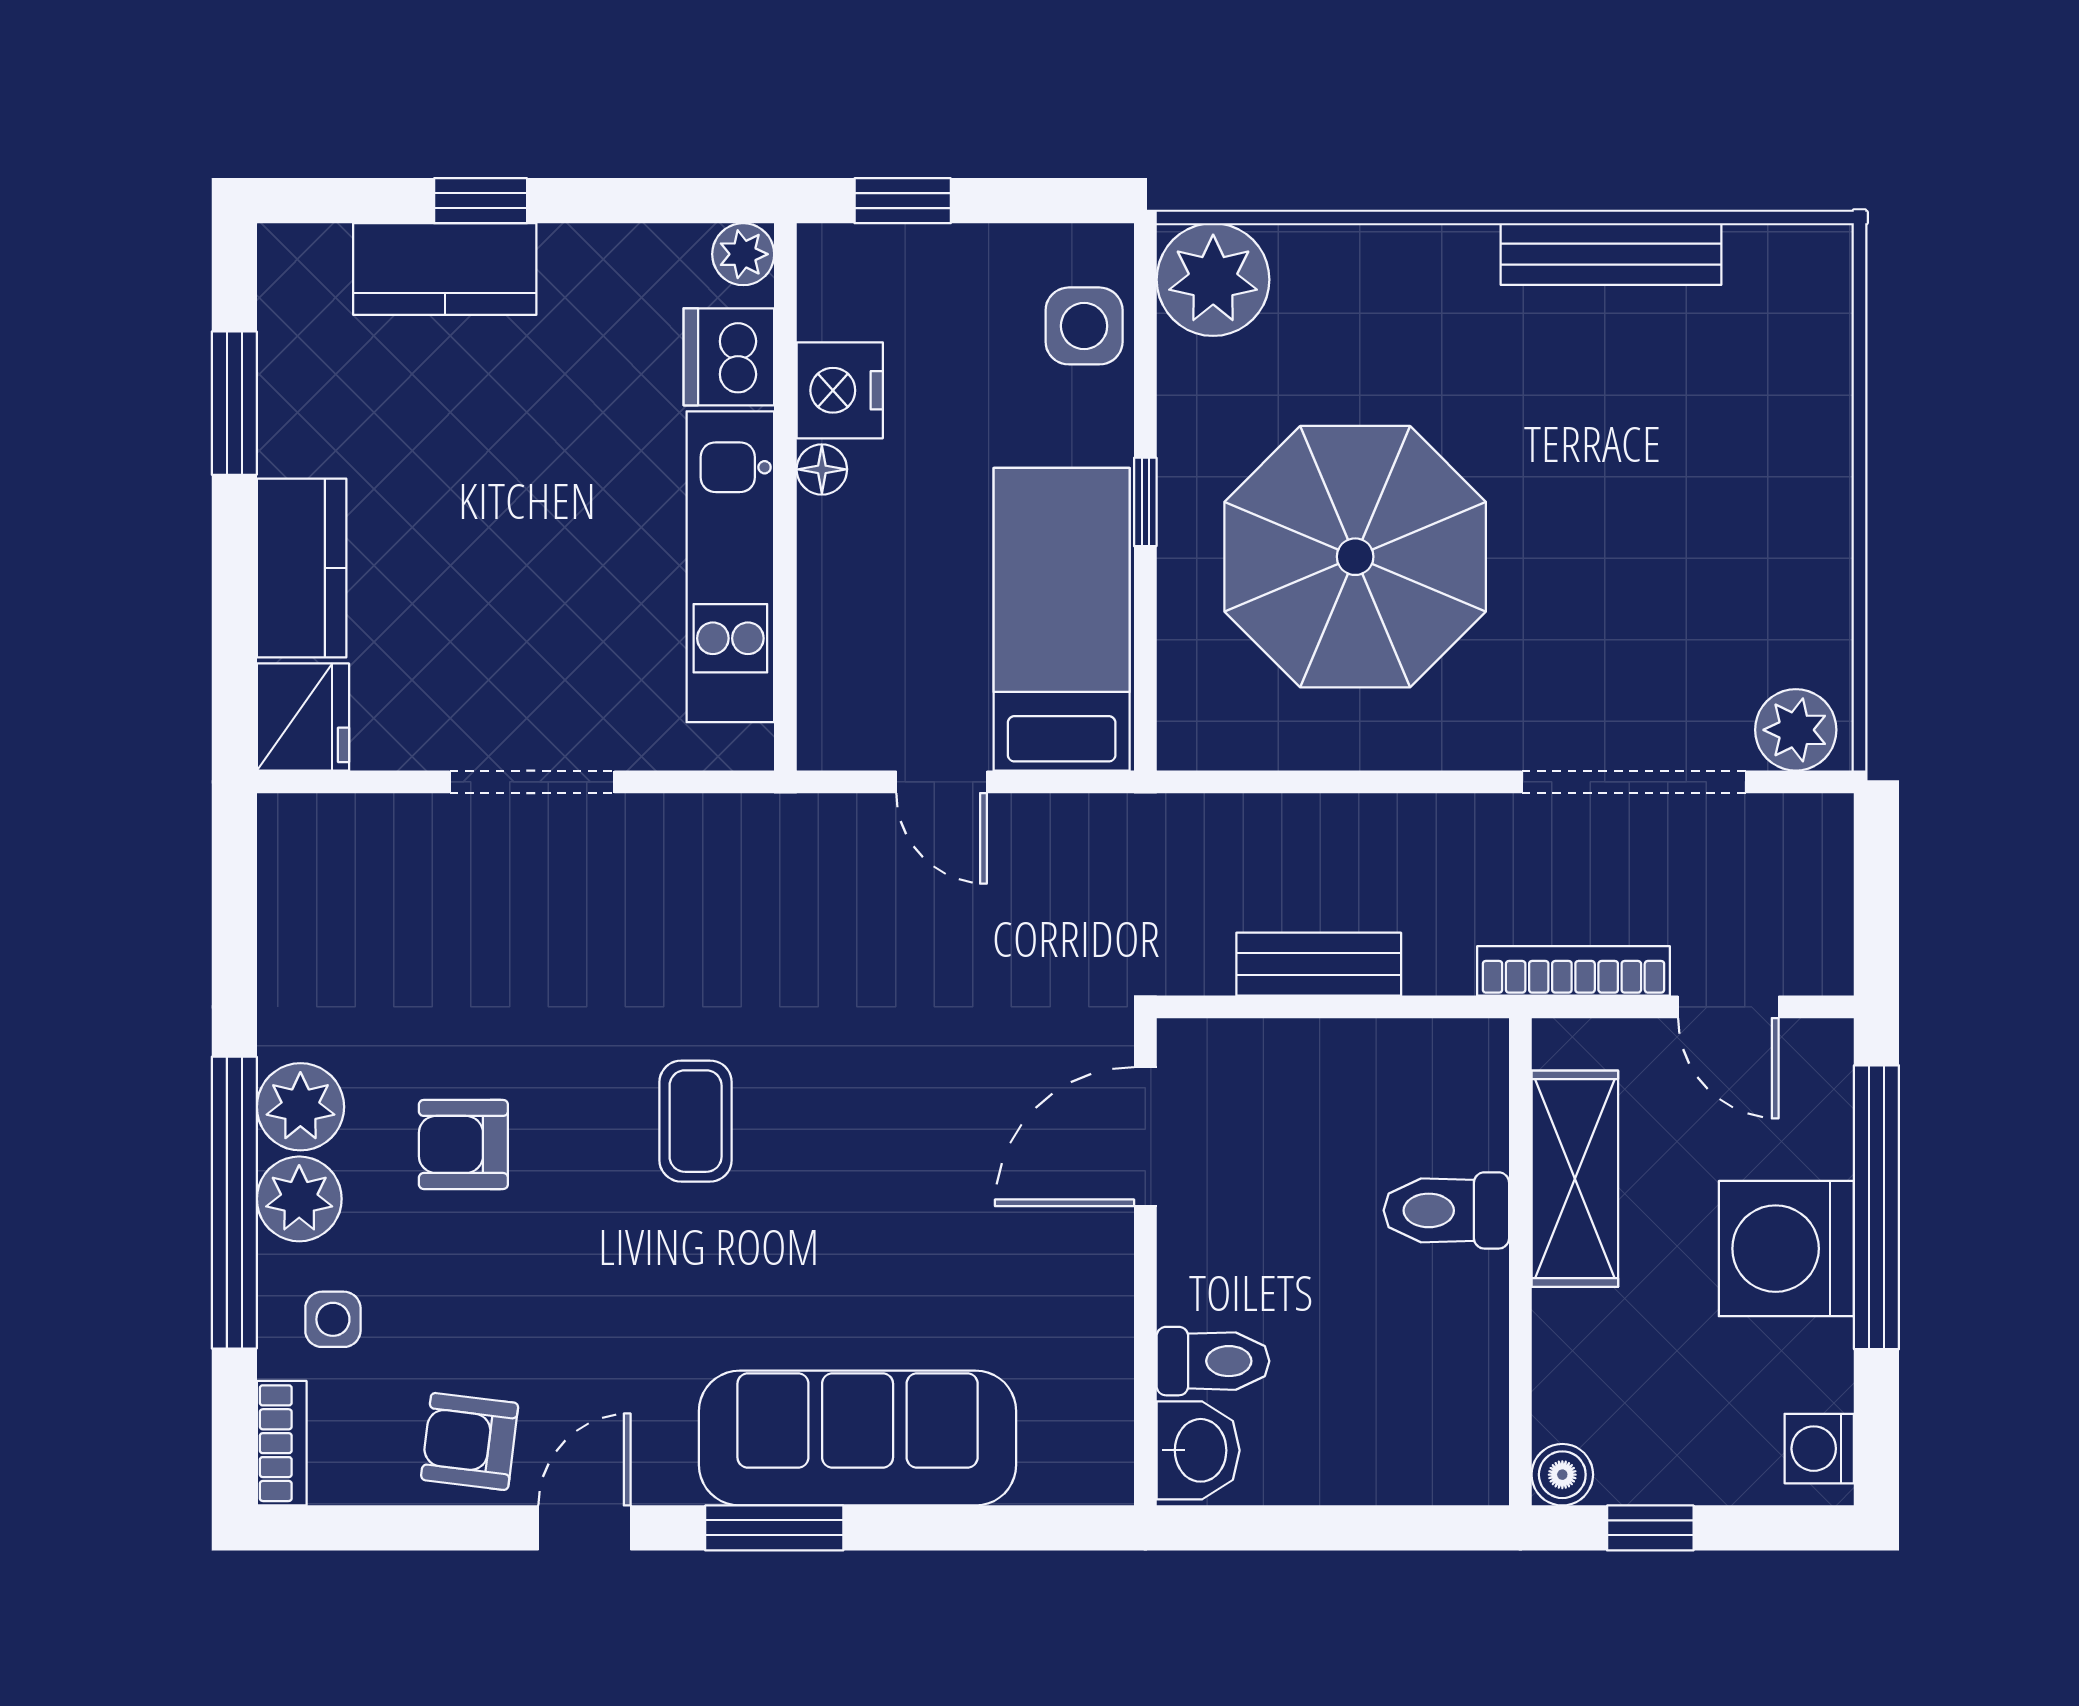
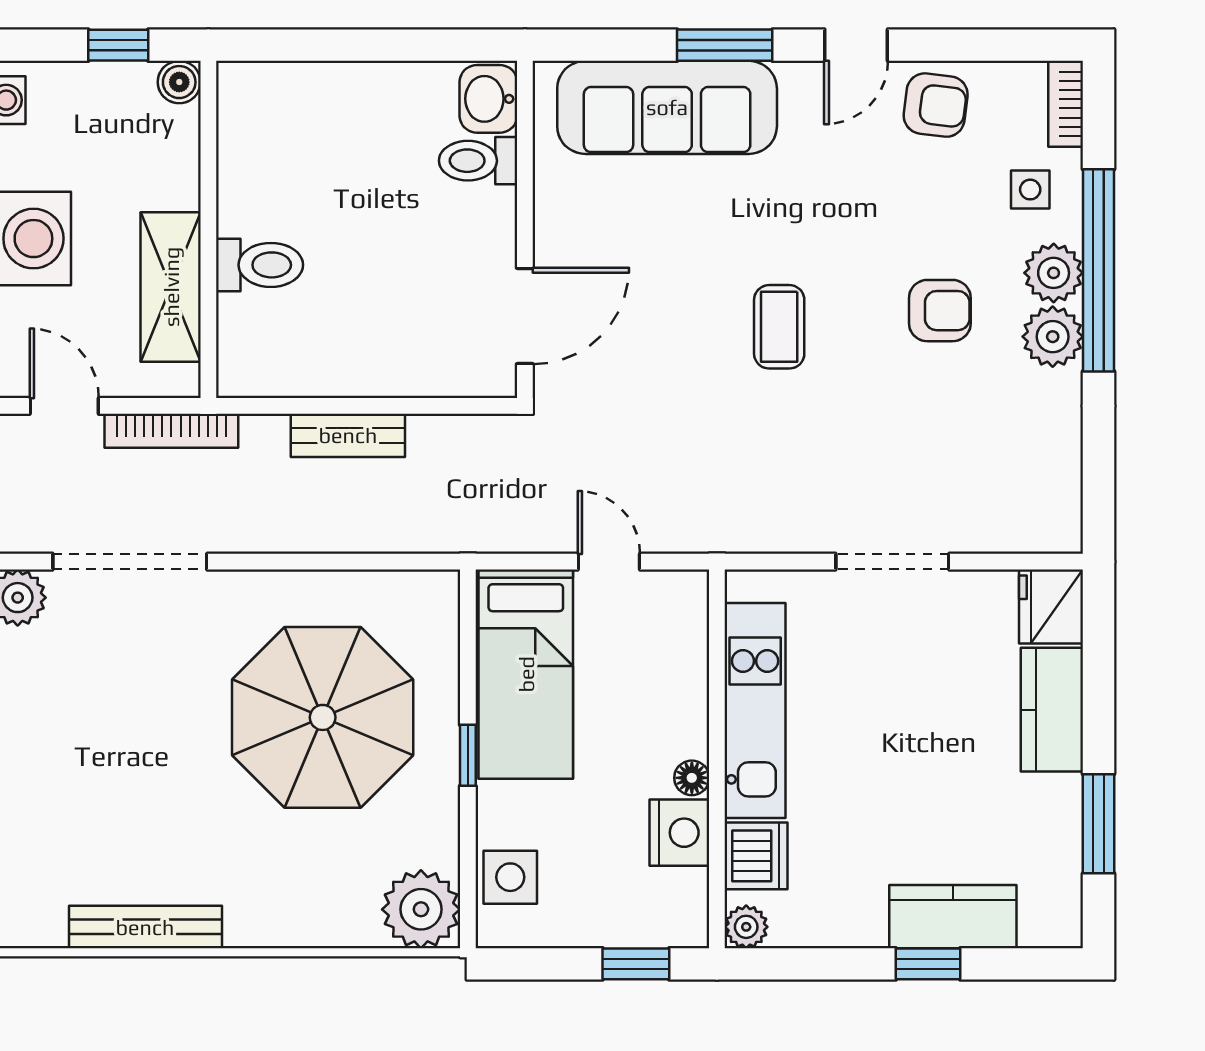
door: (1145, 1137) -> (525, 316), moved
wall: (1145, 1262) -> (525, 229), moved
toilet: (1213, 1361) -> (478, 161), moved
washbasin: (1198, 1450) -> (488, 99), moved

